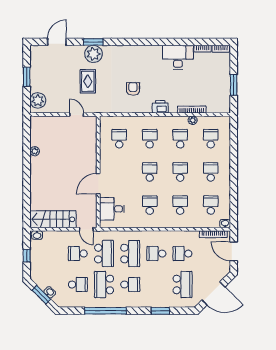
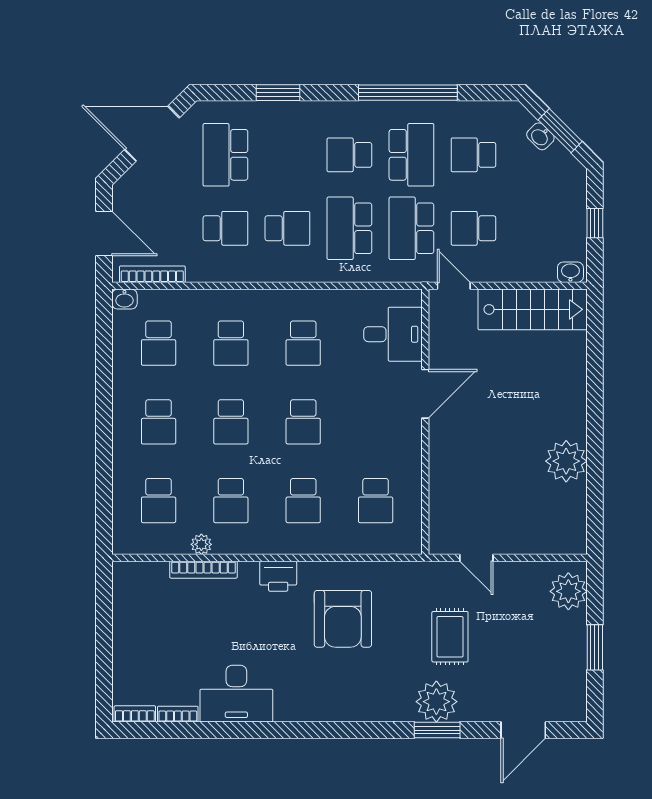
window: (234, 85) -> (104, 628), removed
armchair: (133, 89) -> (343, 619), width x1.88, depth x1.88
plant: (35, 151) -> (566, 461), width x1.87, depth x1.87
school desk: (78, 254) -> (474, 228), turned 180

